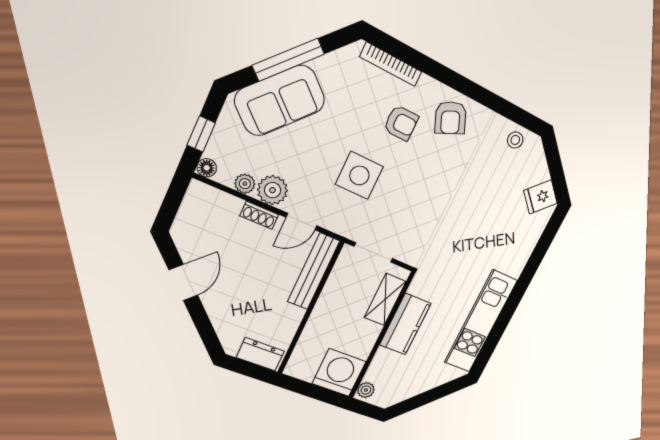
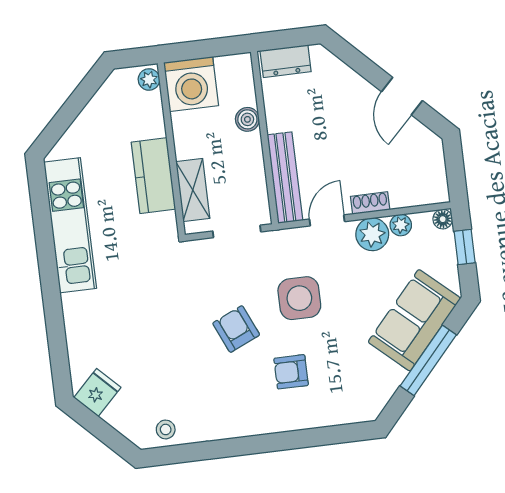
bookcase: (391, 64) -> (335, 417), removed
armchair: (451, 118) -> (236, 329), moved
boiler: (315, 328) -> (247, 119), added

